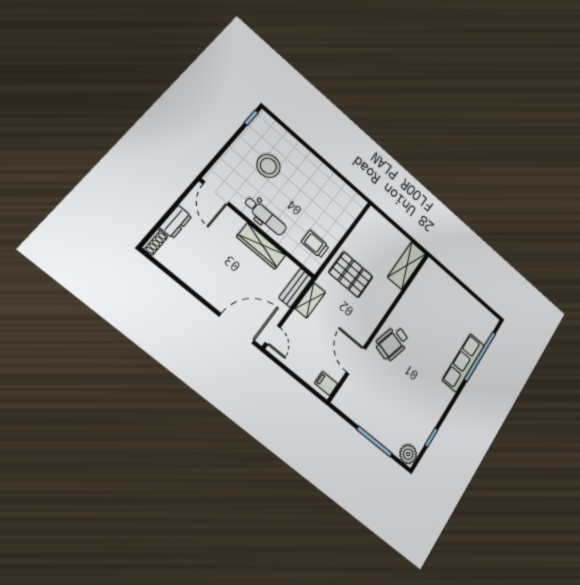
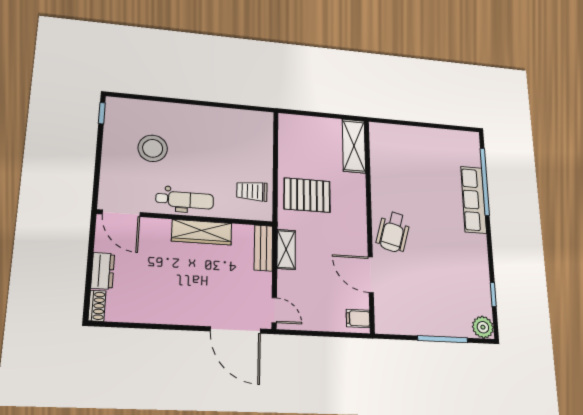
door: (237, 328) -> (235, 330), swing flipped

